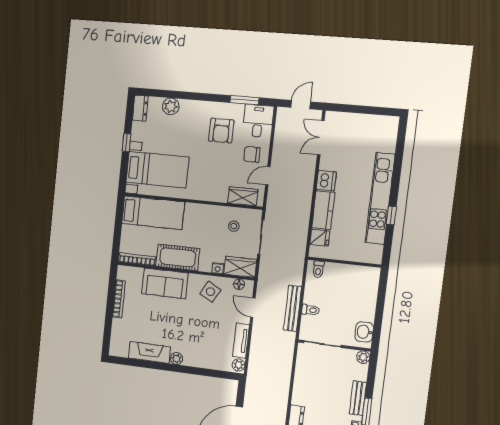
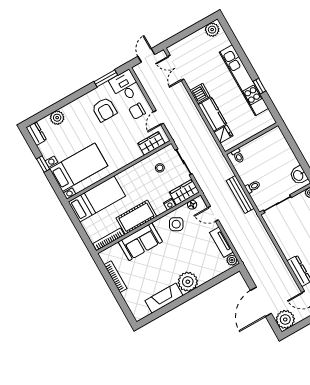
plant: (386, 124) -> (212, 30), added
plant: (176, 358) -> (188, 282), width x1.87, depth x1.87

